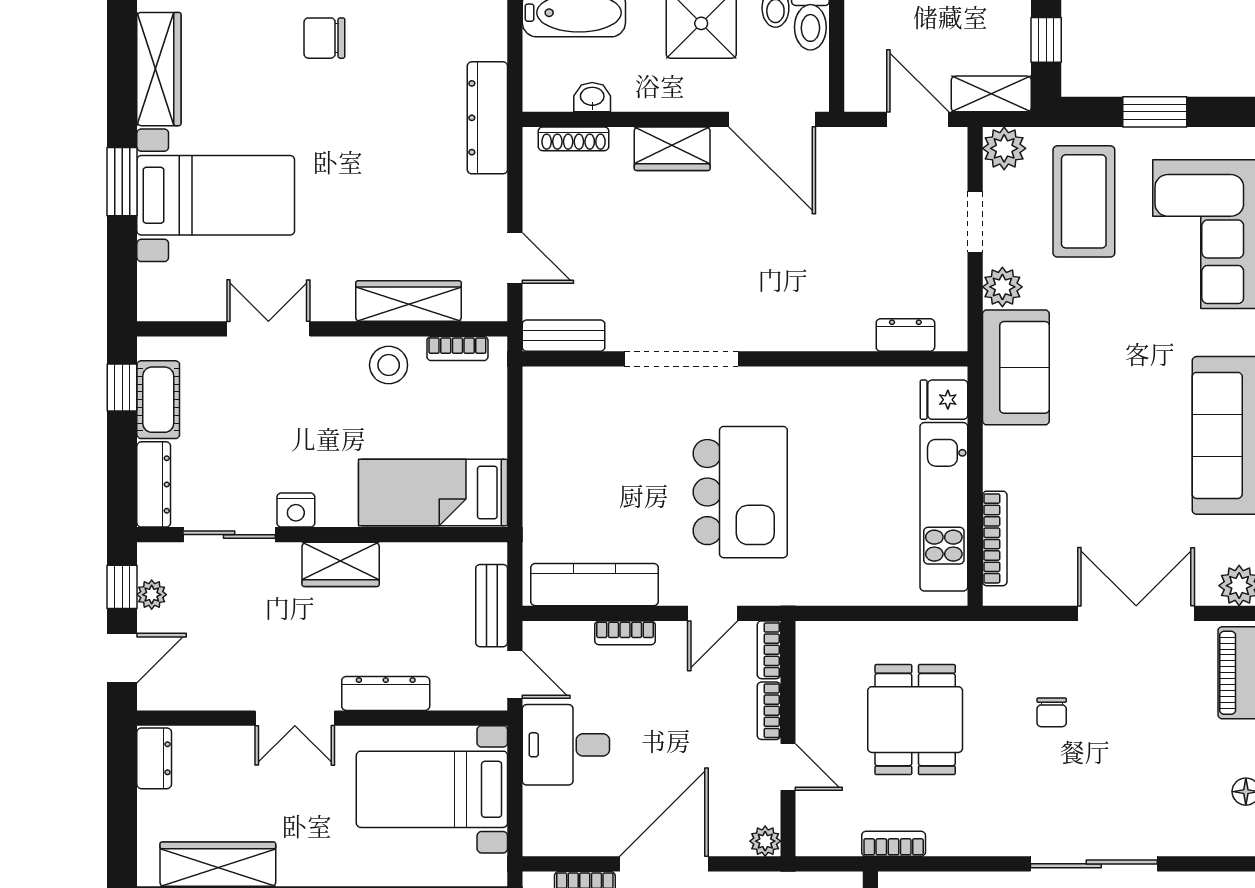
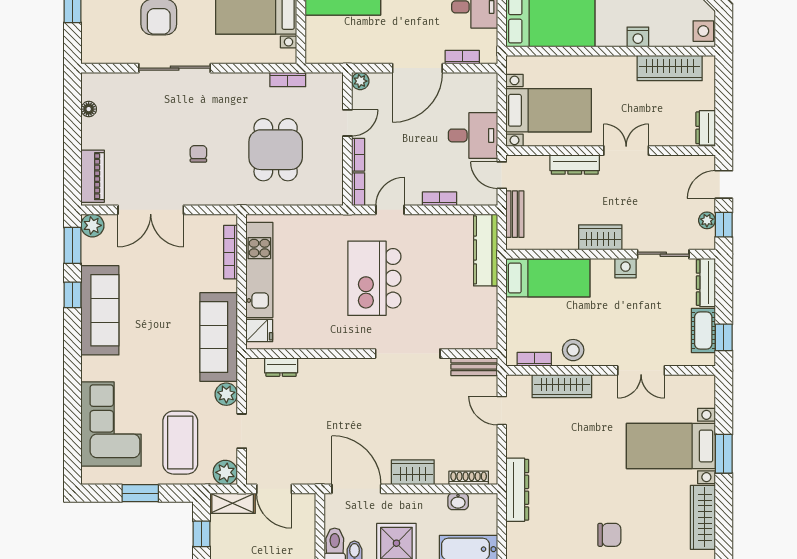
sofa: (1016, 367) -> (219, 337), width x1.36
kitchen counter: (595, 585) -> (486, 250), moved, turned 90
door: (788, 767) -> (347, 123), swing flipped

